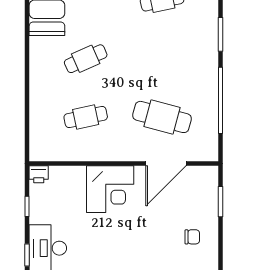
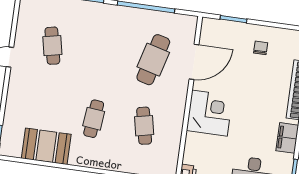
cafe table: (86, 59) -> (94, 119), turned 30
door: (166, 164) -> (194, 62), hinge flipped

